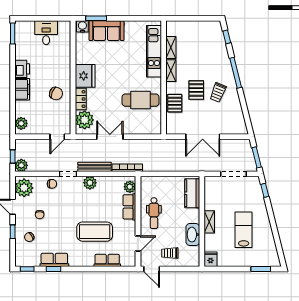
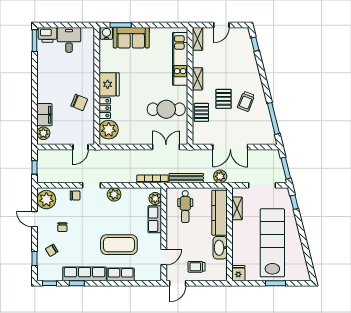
door: (194, 18) -> (221, 25), added
shelving: (171, 48) -> (198, 39), moved
printer: (22, 69) -> (47, 35), moved, turned 90
window: (236, 73) -> (273, 118), moved
filing cabinet: (22, 89) -> (44, 115), moved
double door: (110, 137) -> (166, 147), moved
plant: (21, 165) -> (220, 176), moved
bench: (94, 167) -> (186, 178), moved
kitchen counter: (192, 193) -> (220, 213), width x1.50
dental chair: (154, 213) -> (185, 207), moved
shelving: (209, 222) -> (237, 208), moved
lab bench: (244, 230) -> (272, 243), width x1.86, depth x1.39
window: (13, 232) -> (35, 259), moved
row of seats: (54, 260) -> (84, 274), width x1.48
row of seats: (107, 260) -> (121, 274), moved
door: (152, 269) -> (178, 283), hinge flipped
window: (261, 269) -> (276, 283), moved

